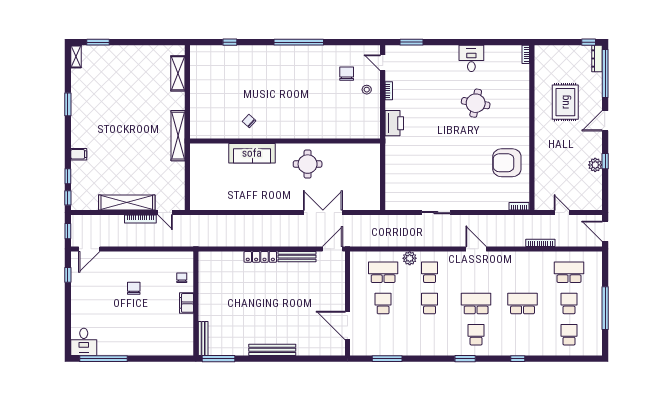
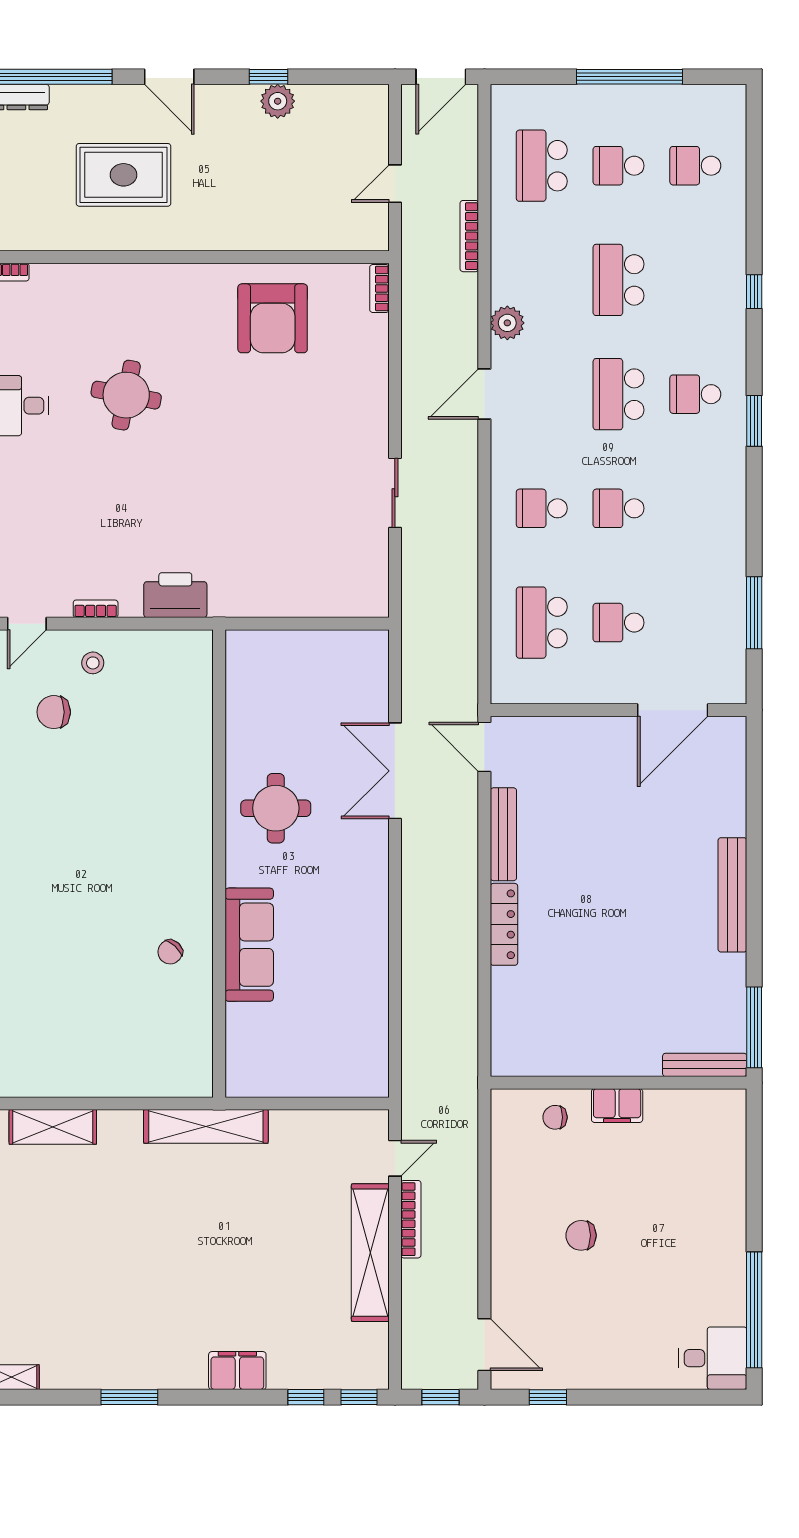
filing cabinet: (79, 154) -> (237, 1371), width x2.00
plant: (410, 258) -> (507, 323), moved

